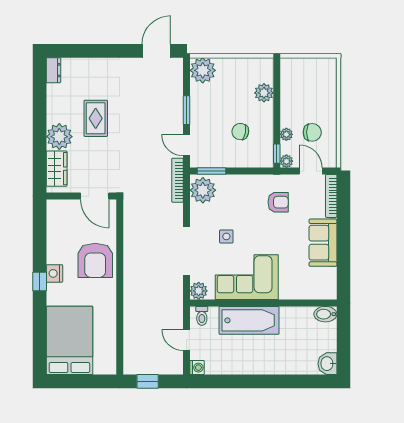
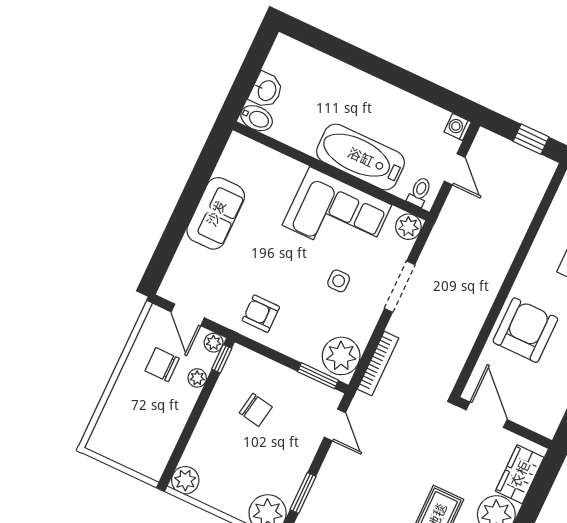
plant: (264, 93) -> (185, 480), moved
window: (187, 110) -> (303, 493), moved
bookcase: (178, 180) -> (378, 364), moved
bookcase: (331, 196) -> (176, 270), removed
armchair: (278, 202) -> (261, 314), moved
doorway: (187, 251) -> (400, 287), width x0.73
washbasin: (327, 364) -> (266, 90), moved

